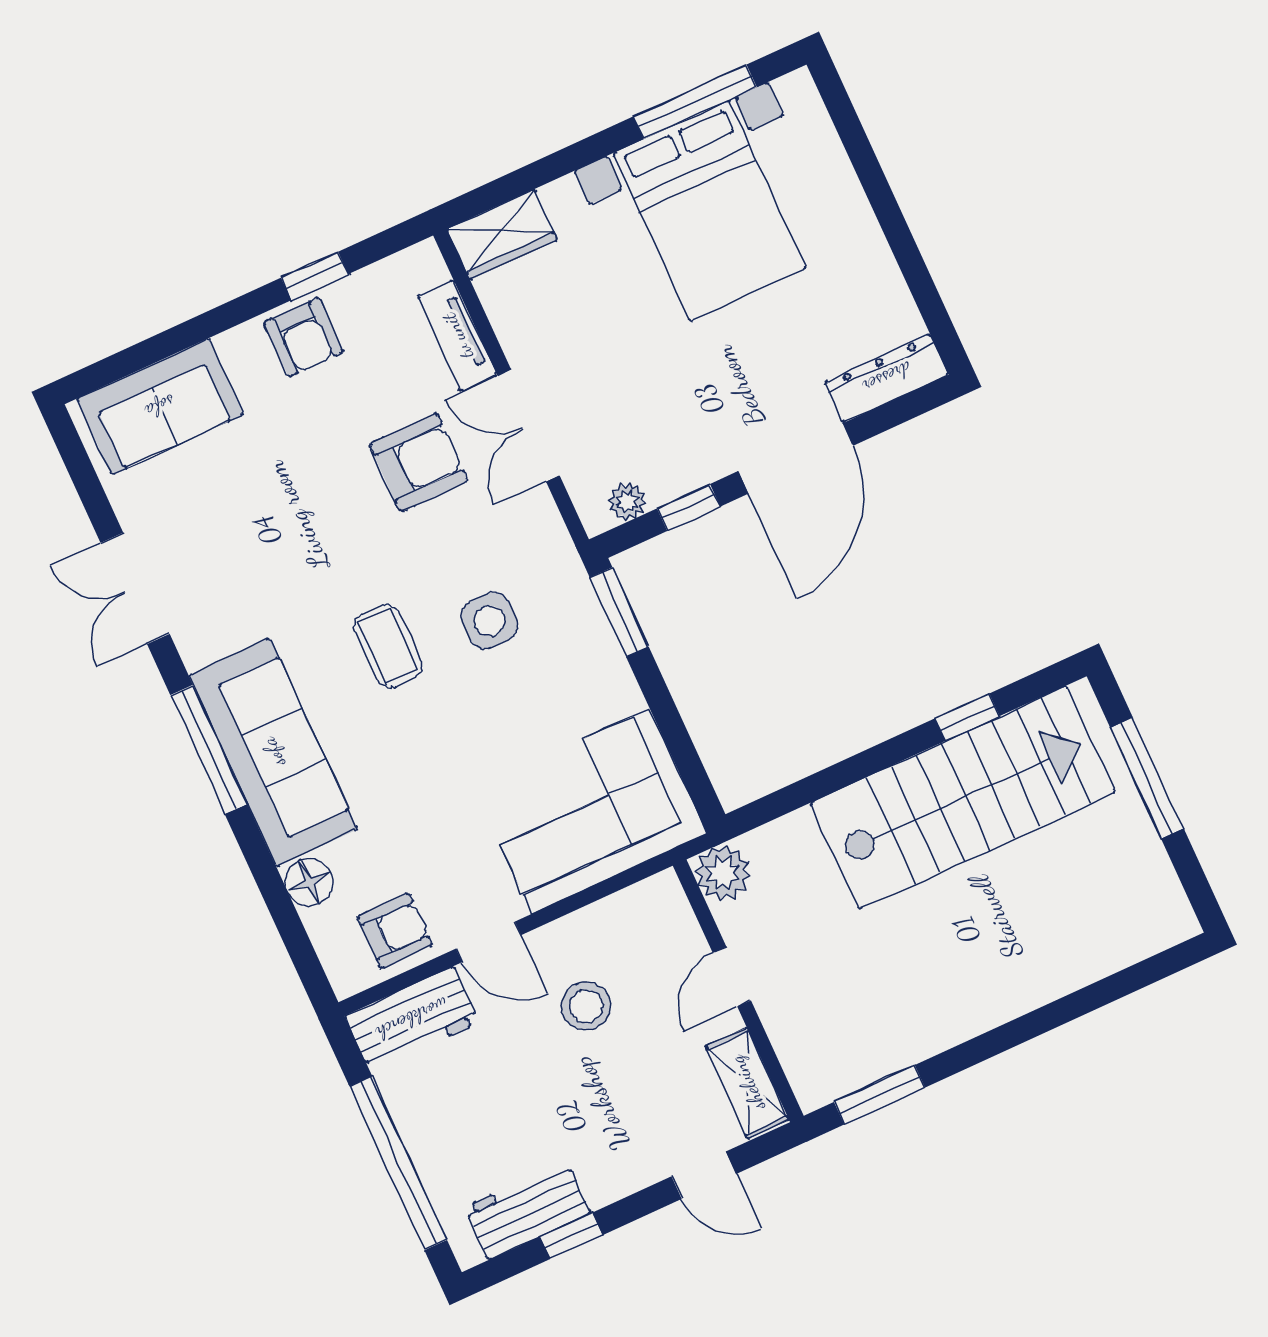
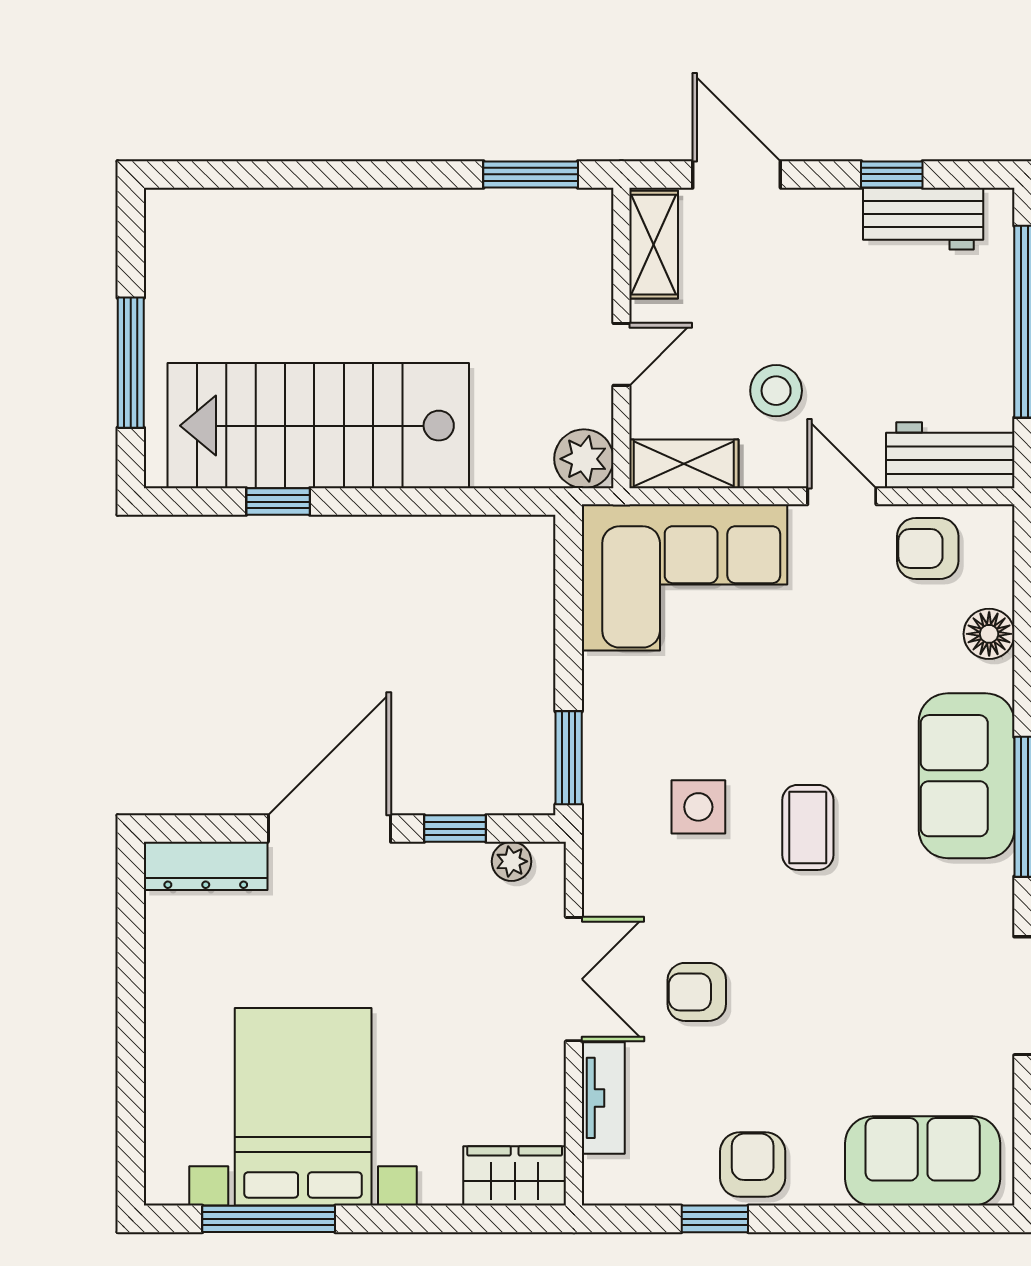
armchair: (419, 462) -> (697, 992), width x0.72, depth x0.72
sofa: (273, 752) -> (967, 776), width x0.73
shelving: (636, 908) -> (684, 464), added
door: (704, 1175) -> (737, 174), width x1.37

